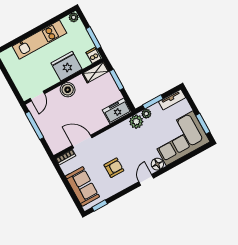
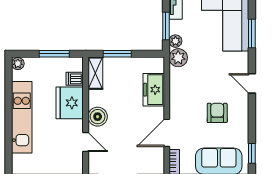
dishwasher: (94, 56) -> (75, 79), moved
door: (37, 96) -> (86, 142), moved
freezer: (117, 111) -> (154, 90), moved
window: (179, 162) -> (252, 33), added
floor lamp: (157, 164) -> (241, 60), removed

